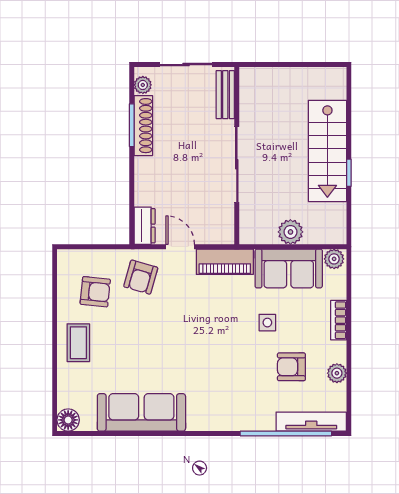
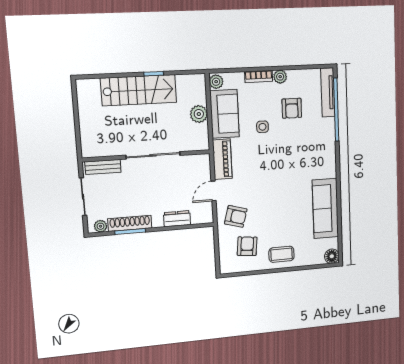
dresser: (145, 226) -> (177, 219), moved
plant: (337, 373) -> (280, 77), moved

